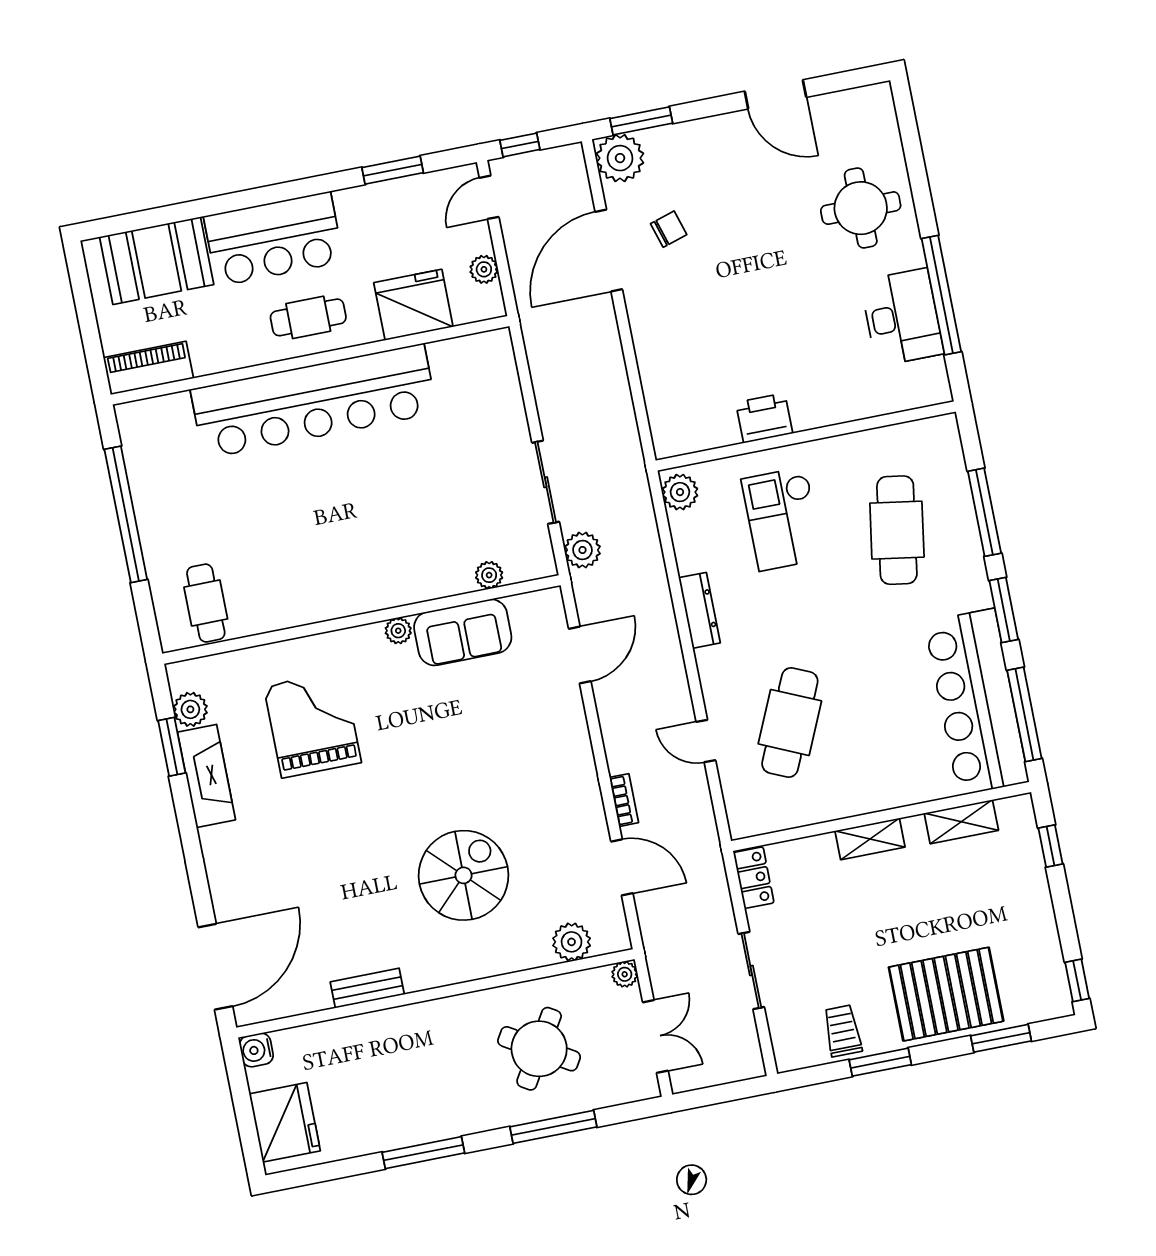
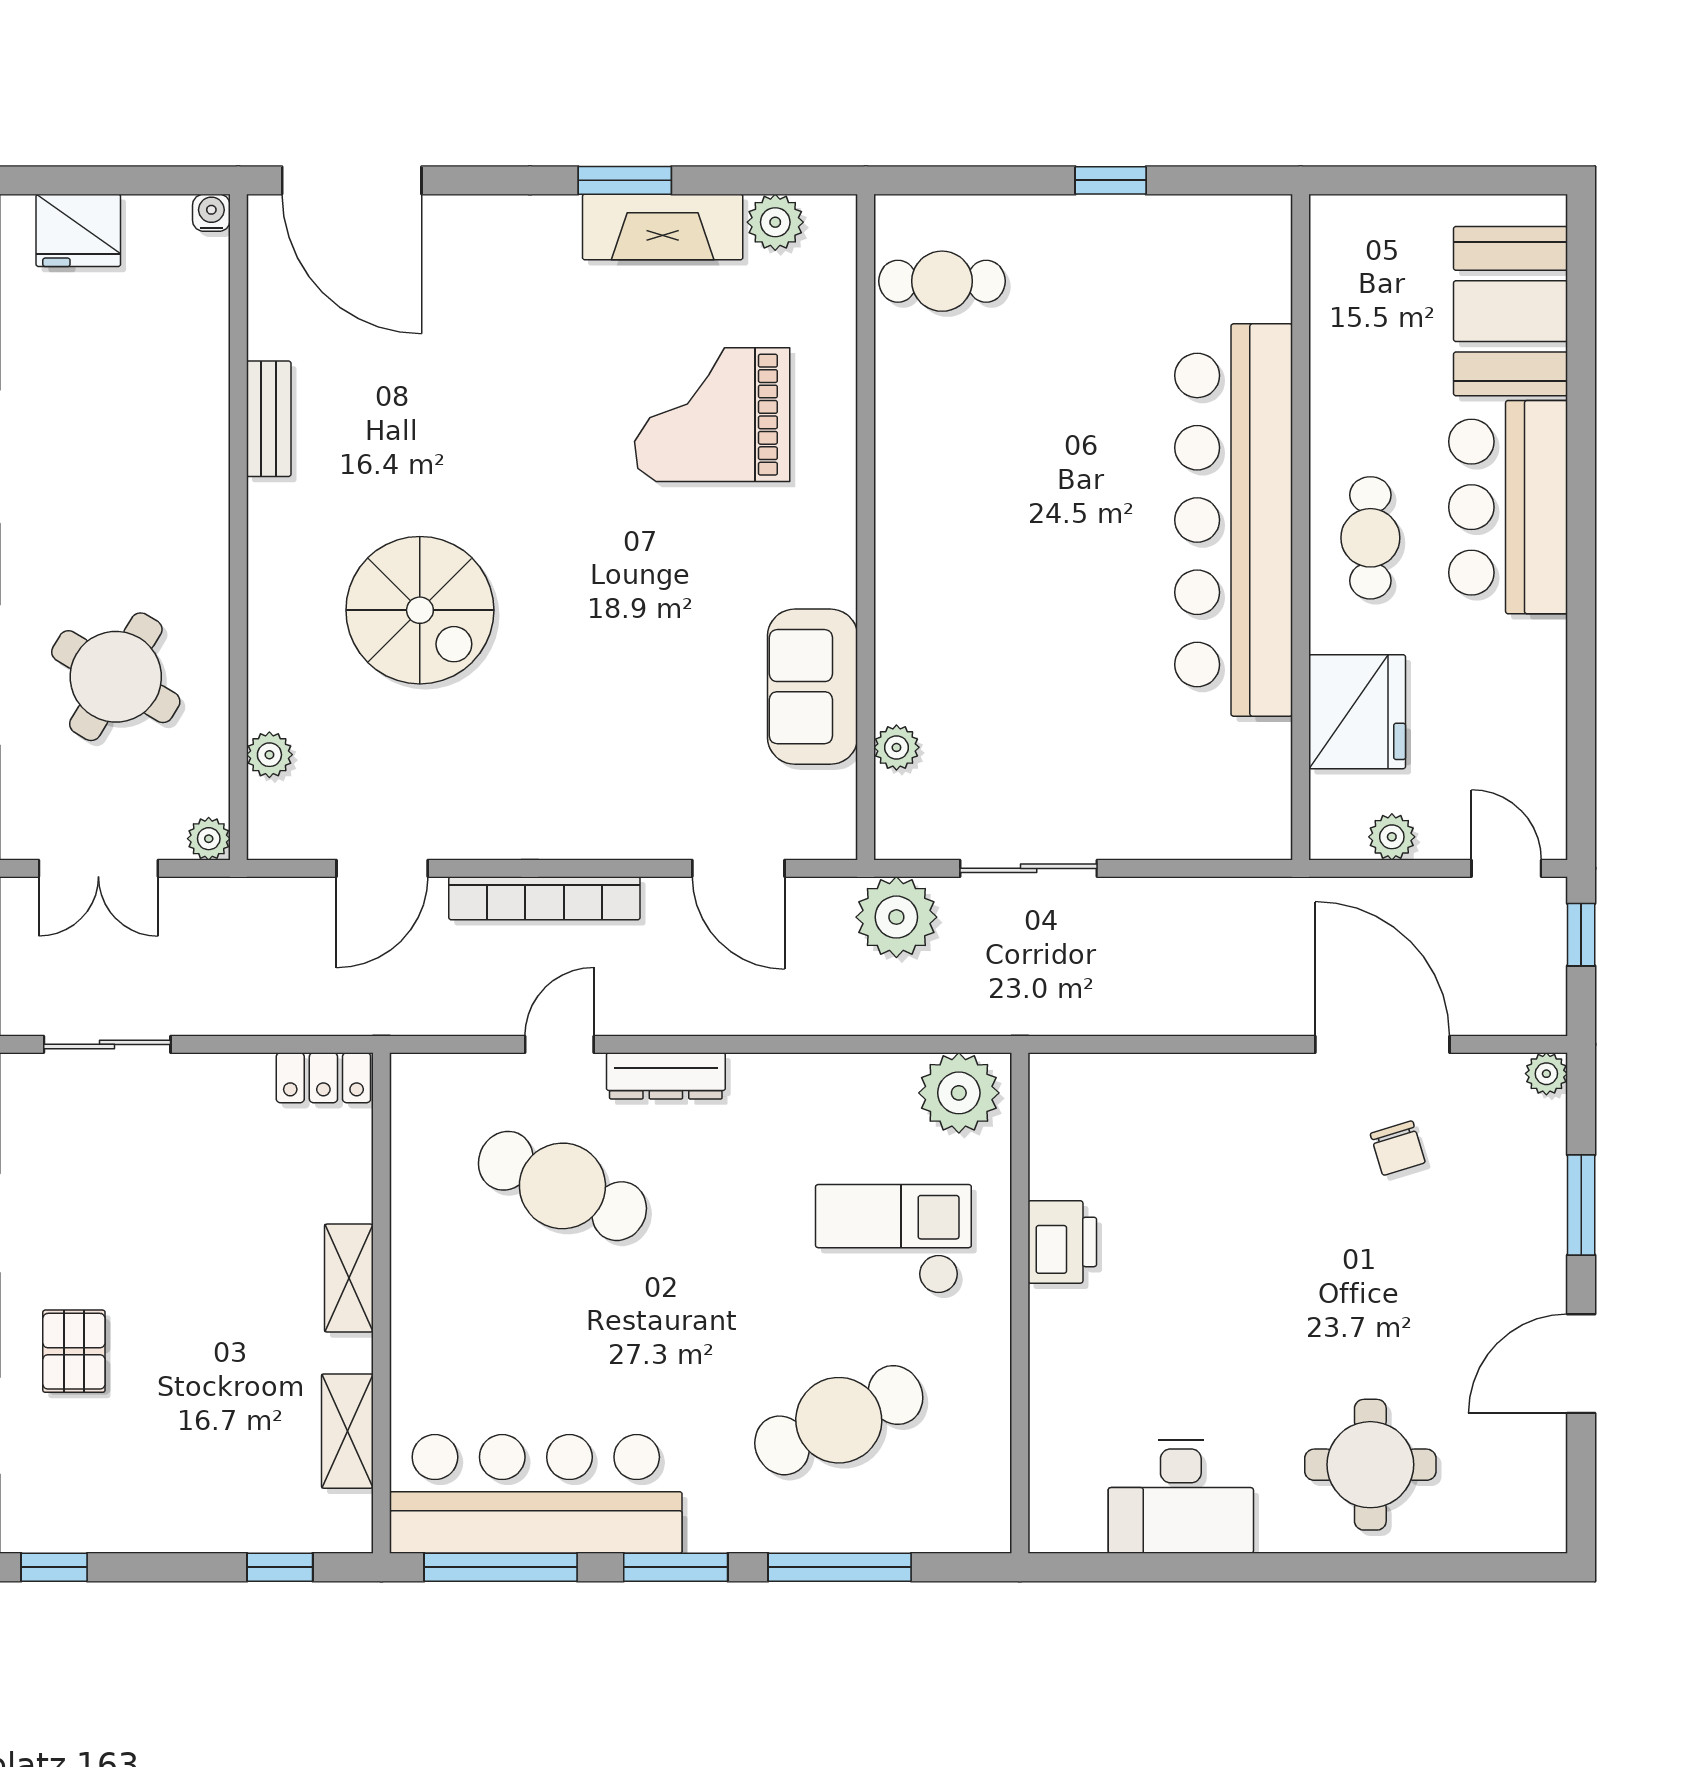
window: (641, 121) -> (1581, 1205), moved
plant: (620, 158) -> (1546, 1074), width x0.53, depth x0.53
window: (393, 170) -> (1581, 721), removed
window: (941, 295) -> (1204, 1567), removed
piano: (148, 368) -> (1340, 264), removed
plant: (680, 492) -> (959, 1093), width x1.36, depth x1.36
window: (126, 514) -> (1111, 180), width x0.32
cafe table: (897, 530) -> (839, 1420), turned -33
plant: (582, 550) -> (896, 917), width x1.36, depth x1.36
dresser: (699, 610) -> (666, 1076), moved
plant: (398, 631) -> (836, 583), removed
grand piano: (313, 724) -> (712, 415), turned 180
window: (172, 747) -> (625, 180), moved
bookcase: (624, 800) -> (544, 898), width x2.31, depth x1.31
plant: (572, 942) -> (269, 755), width x0.73, depth x0.73
sliding door: (751, 971) -> (107, 1044), moved
pallet: (946, 994) -> (74, 1351), width x0.49, depth x0.50
trolley: (843, 1031) -> (48, 1172), removed
water cooler: (256, 1050) -> (211, 213), width x0.72, depth x0.72
fridge: (285, 1122) -> (78, 230), width x0.73, depth x0.75

